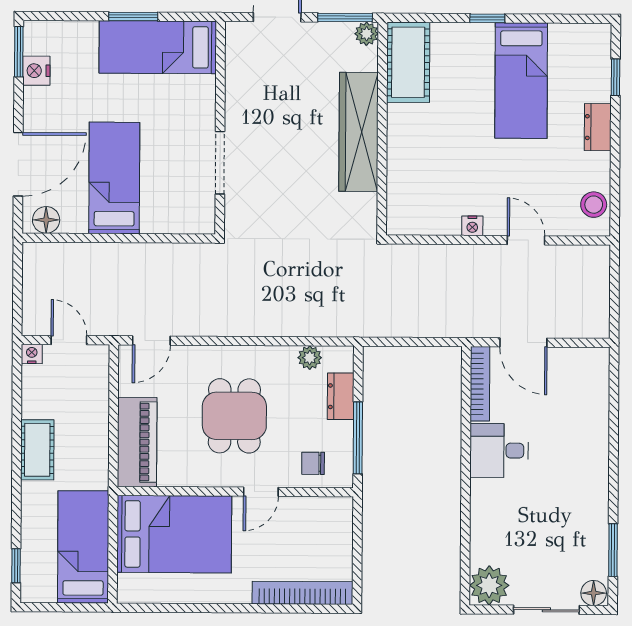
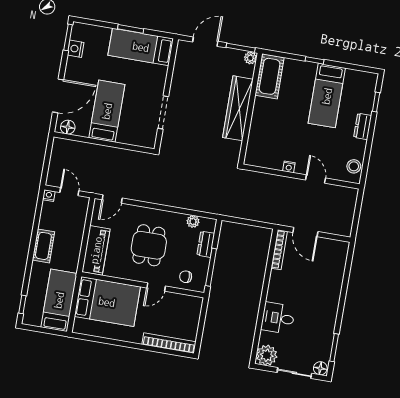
desk: (499, 450) -> (278, 318), moved

